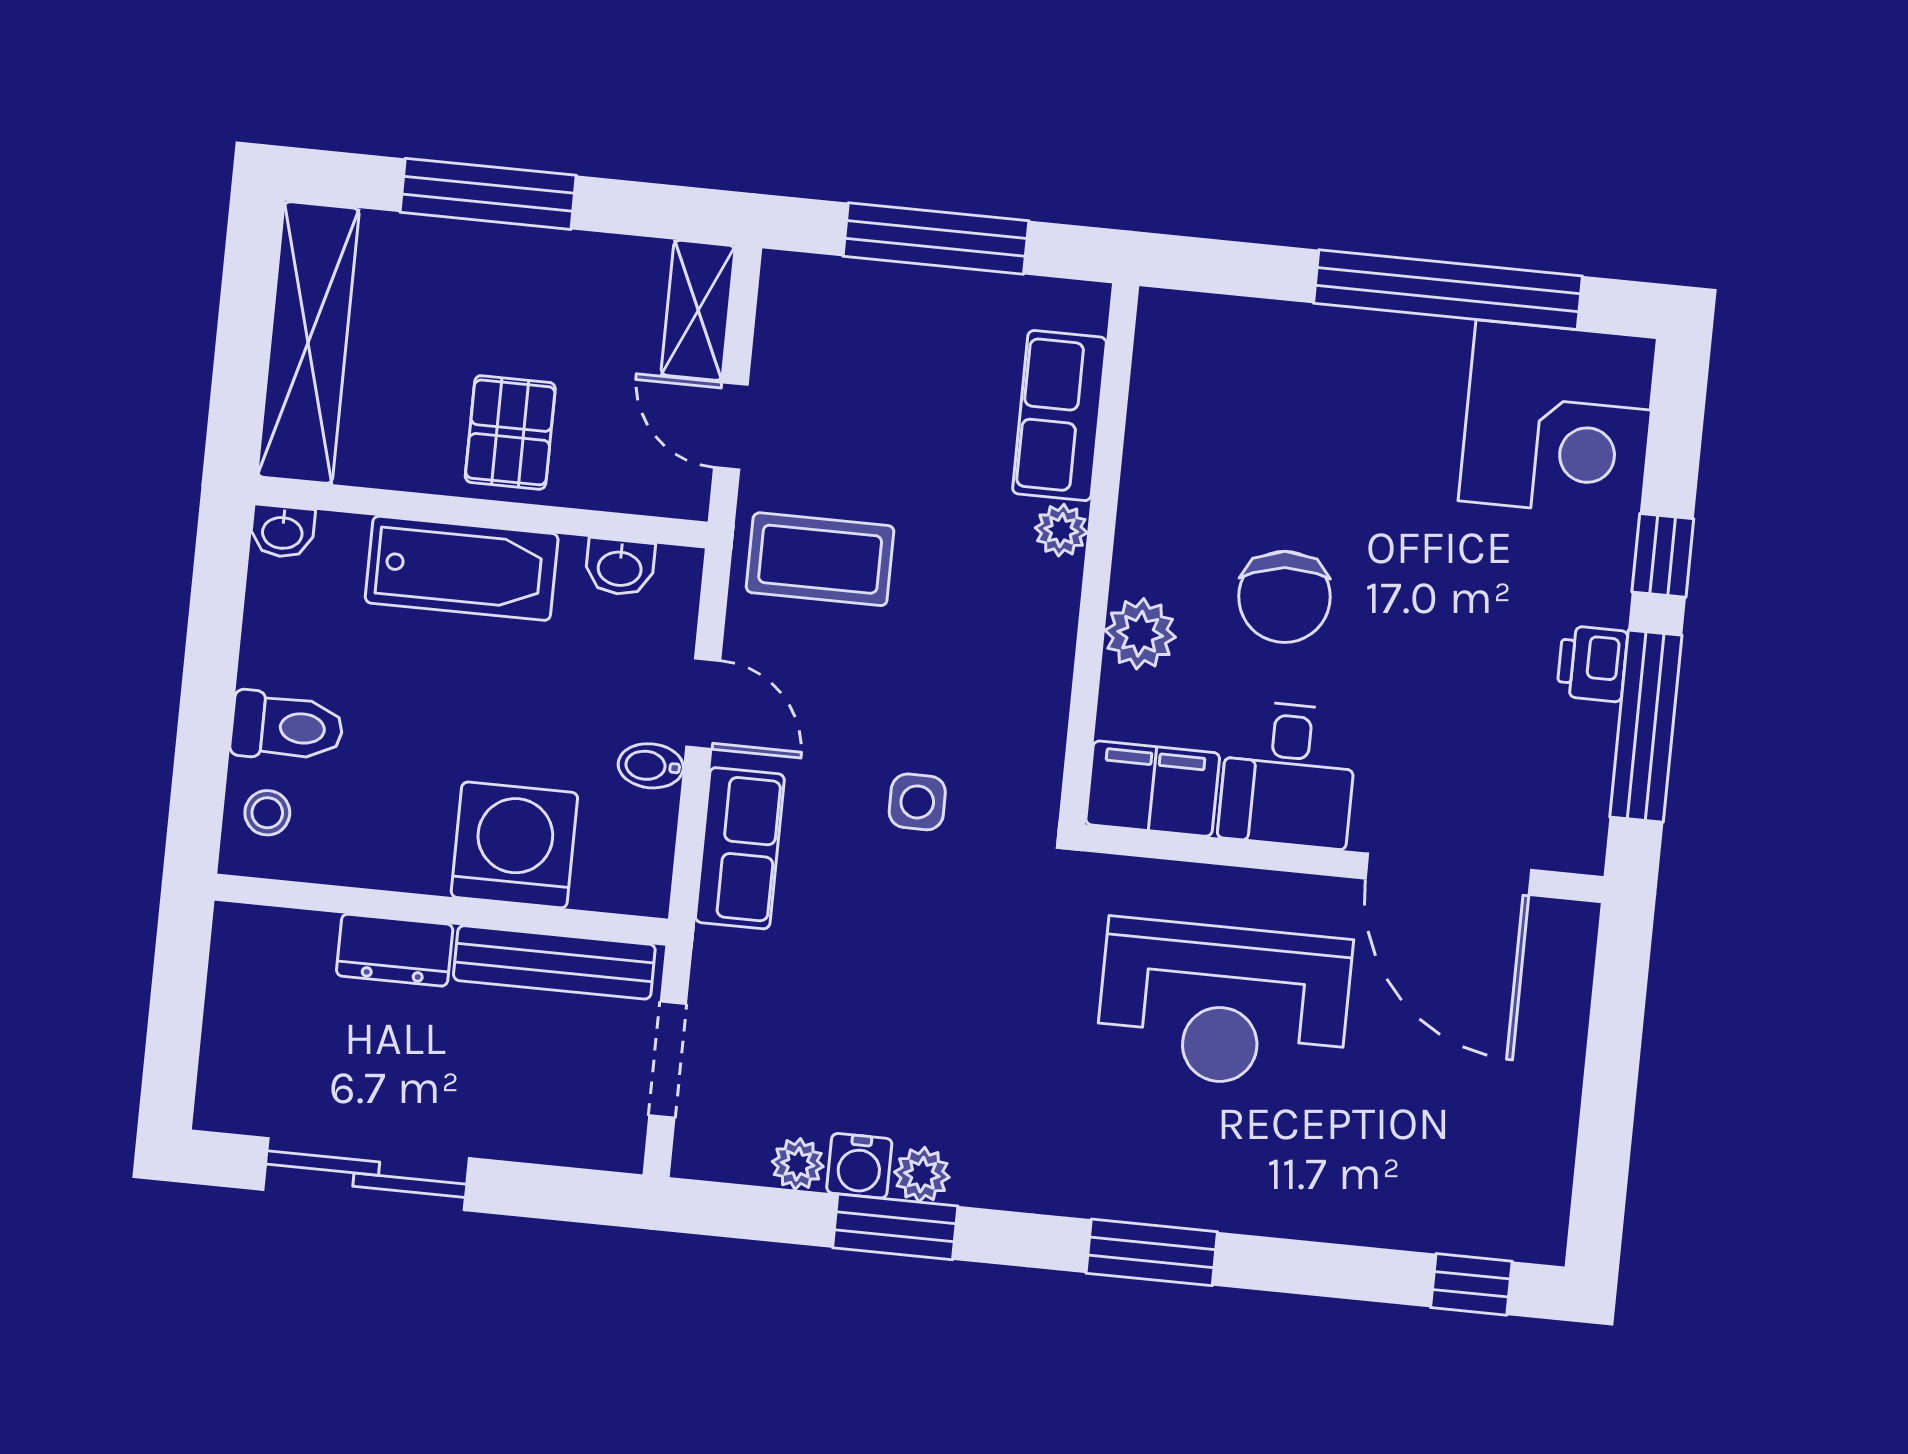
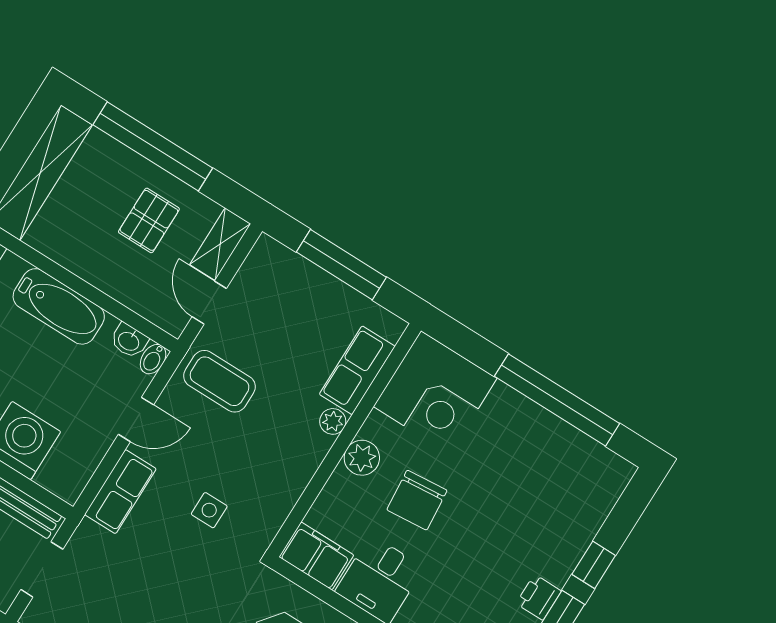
window: (488, 194) -> (153, 146), width x1.46
corner desk: (1558, 419) -> (435, 392), moved
pallet: (510, 432) -> (149, 220), moved
plant: (1140, 634) -> (362, 458), moved
door: (703, 704) -> (136, 420), hinge flipped
bidet: (651, 766) -> (153, 359), moved, turned -90

